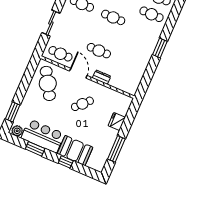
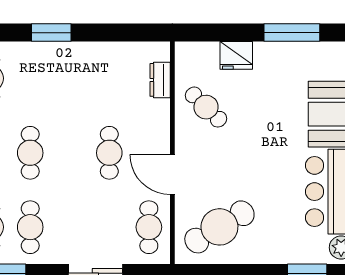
door: (78, 73) -> (172, 174), hinge flipped
dresser: (102, 77) -> (160, 80), moved
cafe table: (82, 104) -> (206, 107), moved

